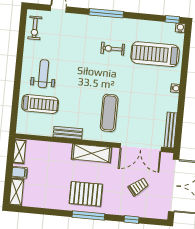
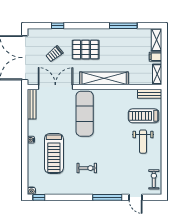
window: (106, 13) -> (107, 197), moved
treadmill: (155, 54) -> (54, 153), moved, turned 90
exercise mat: (109, 113) -> (85, 114), width x1.36, depth x1.45
bench: (68, 133) -> (150, 94), moved
shelving: (91, 153) -> (104, 78), width x1.47
pallet: (86, 194) -> (86, 50), moved
window: (88, 215) -> (123, 26), moved

